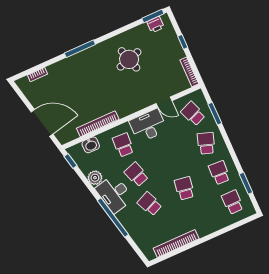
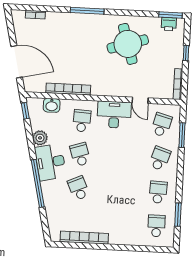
round table: (129, 59) -> (128, 44), width x1.36, depth x1.36
school desk: (193, 114) -> (162, 125), turned 36
school desk: (184, 188) -> (118, 190), removed

